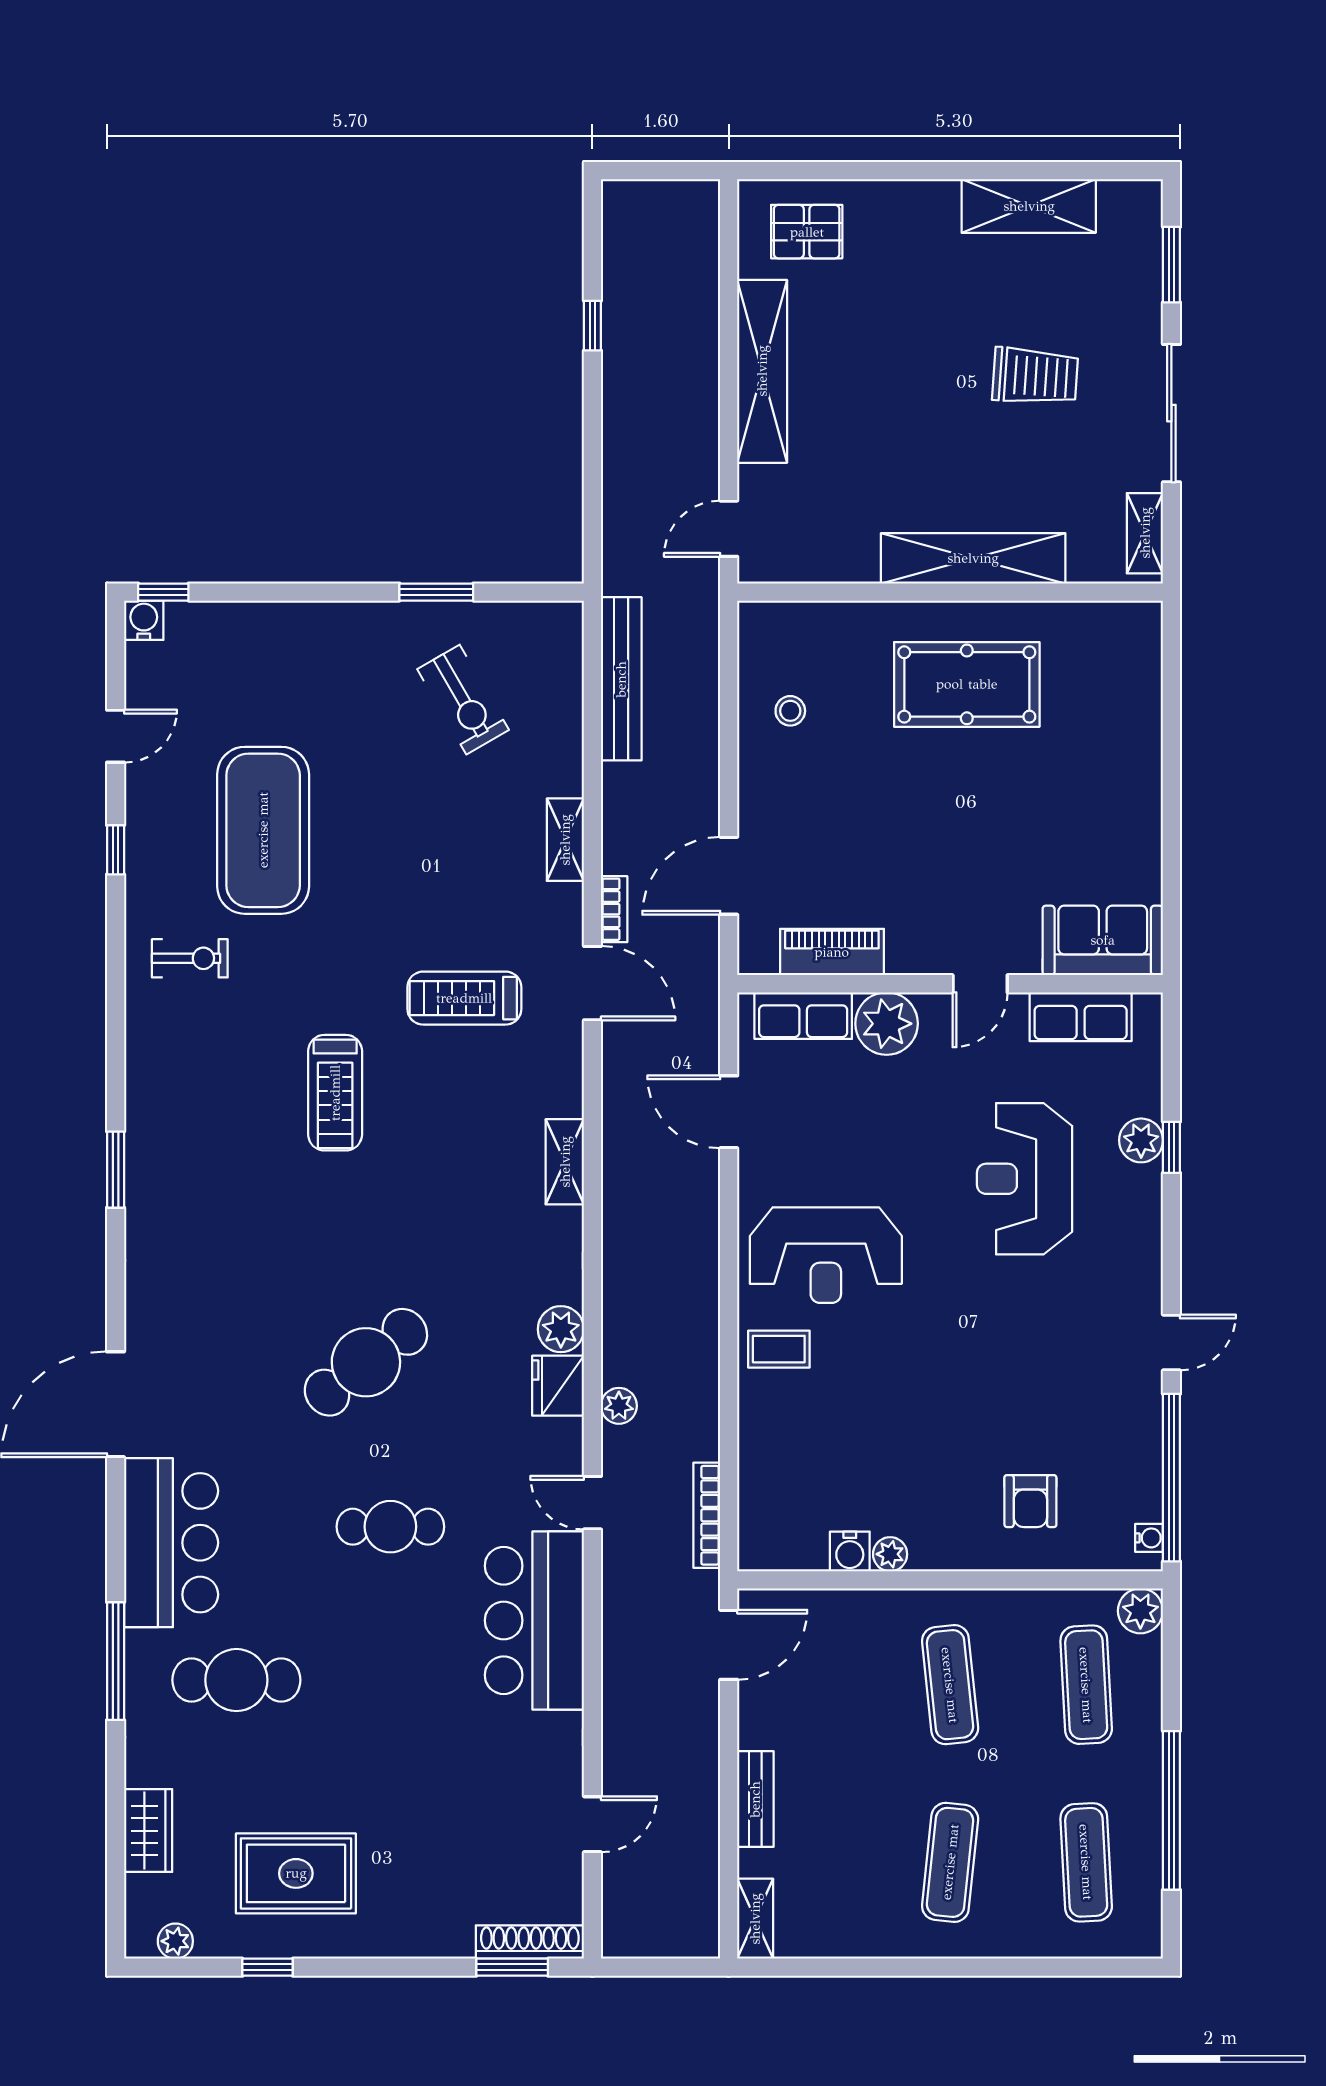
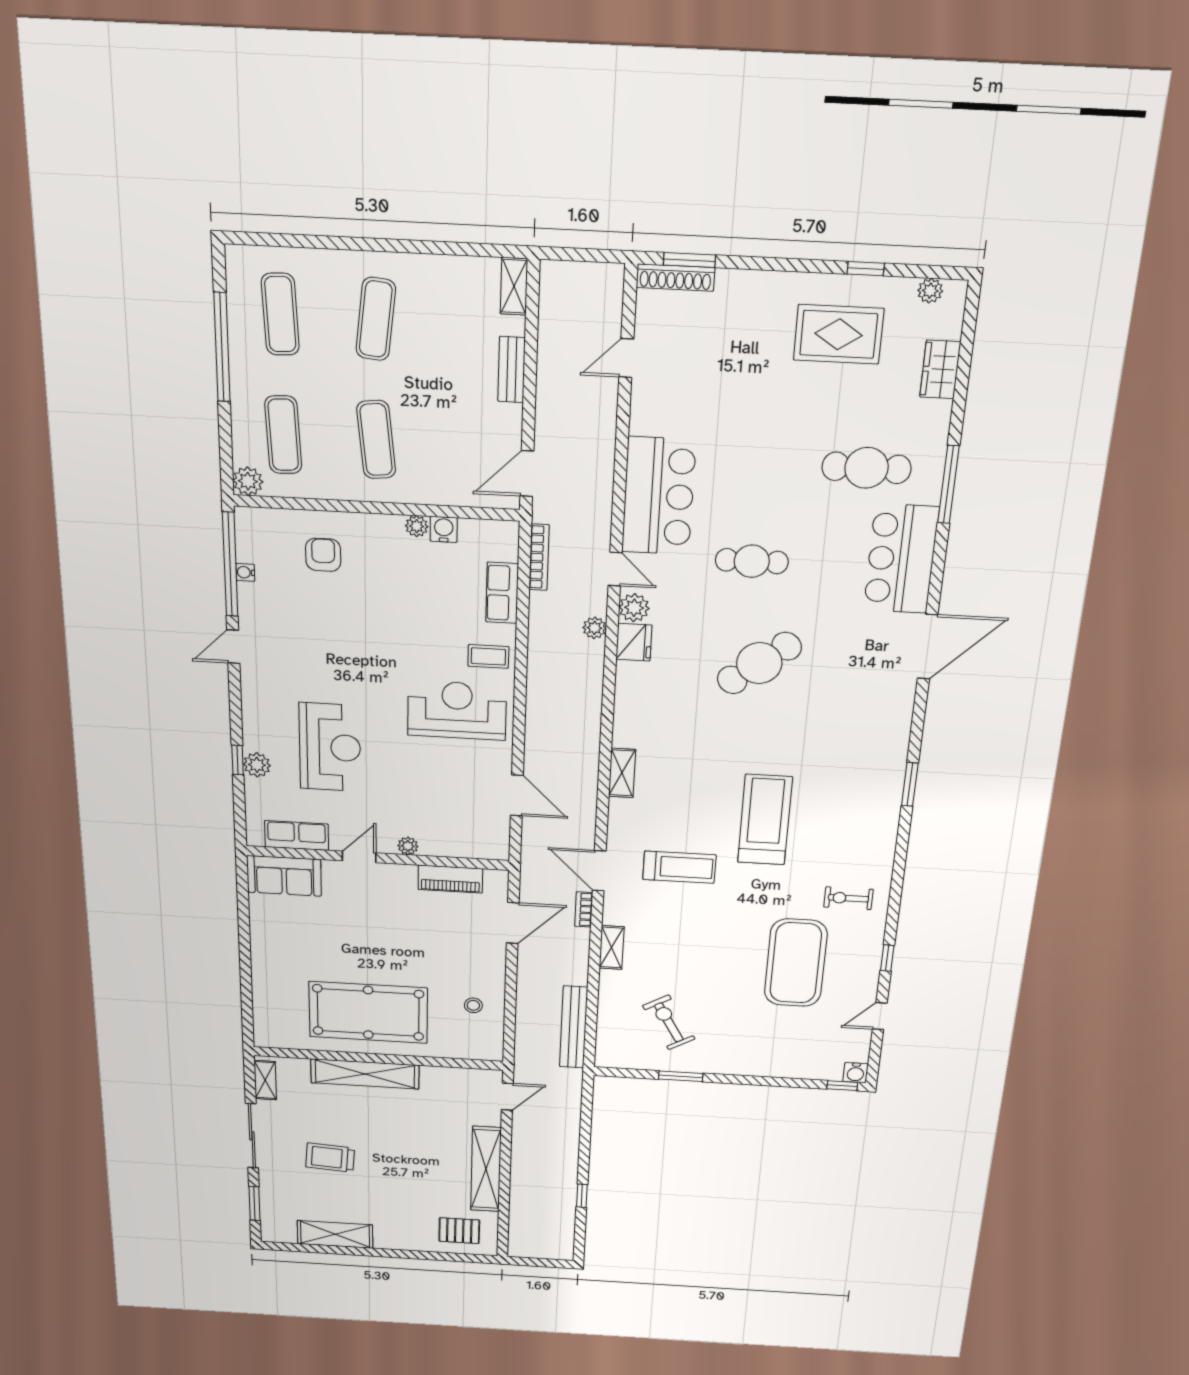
pool table: (967, 684) -> (368, 1012), width x1.36, depth x1.32
row of seats: (803, 1016) -> (502, 593), moved, turned -90
plant: (887, 1024) -> (408, 846), width x0.53, depth x0.53
treadmill: (335, 1093) -> (765, 820), width x1.37, depth x1.38
plant: (561, 1329) -> (634, 608), moved
water cooler: (1149, 1538) -> (245, 572), moved

